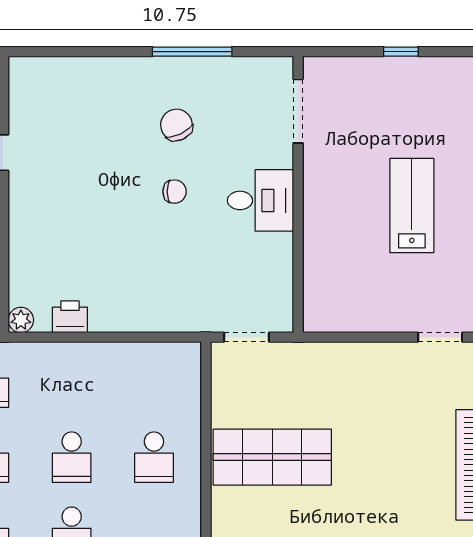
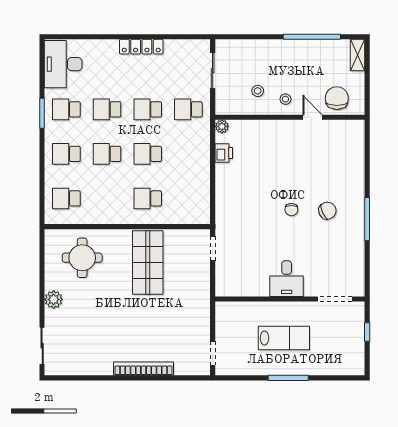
doorway: (298, 111) -> (335, 299), moved
wall: (298, 194) -> (290, 299), moved
desk: (261, 200) -> (287, 279), moved

